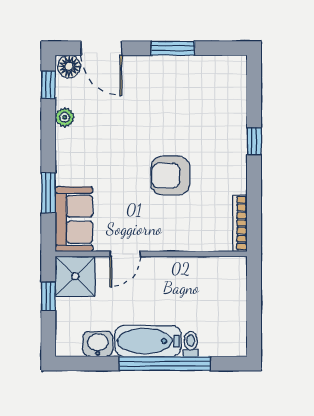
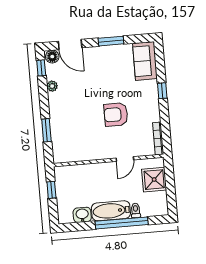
sofa: (74, 219) -> (145, 61), moved, turned 180
door: (125, 254) -> (125, 159), moved
shower: (75, 276) -> (154, 180), moved

